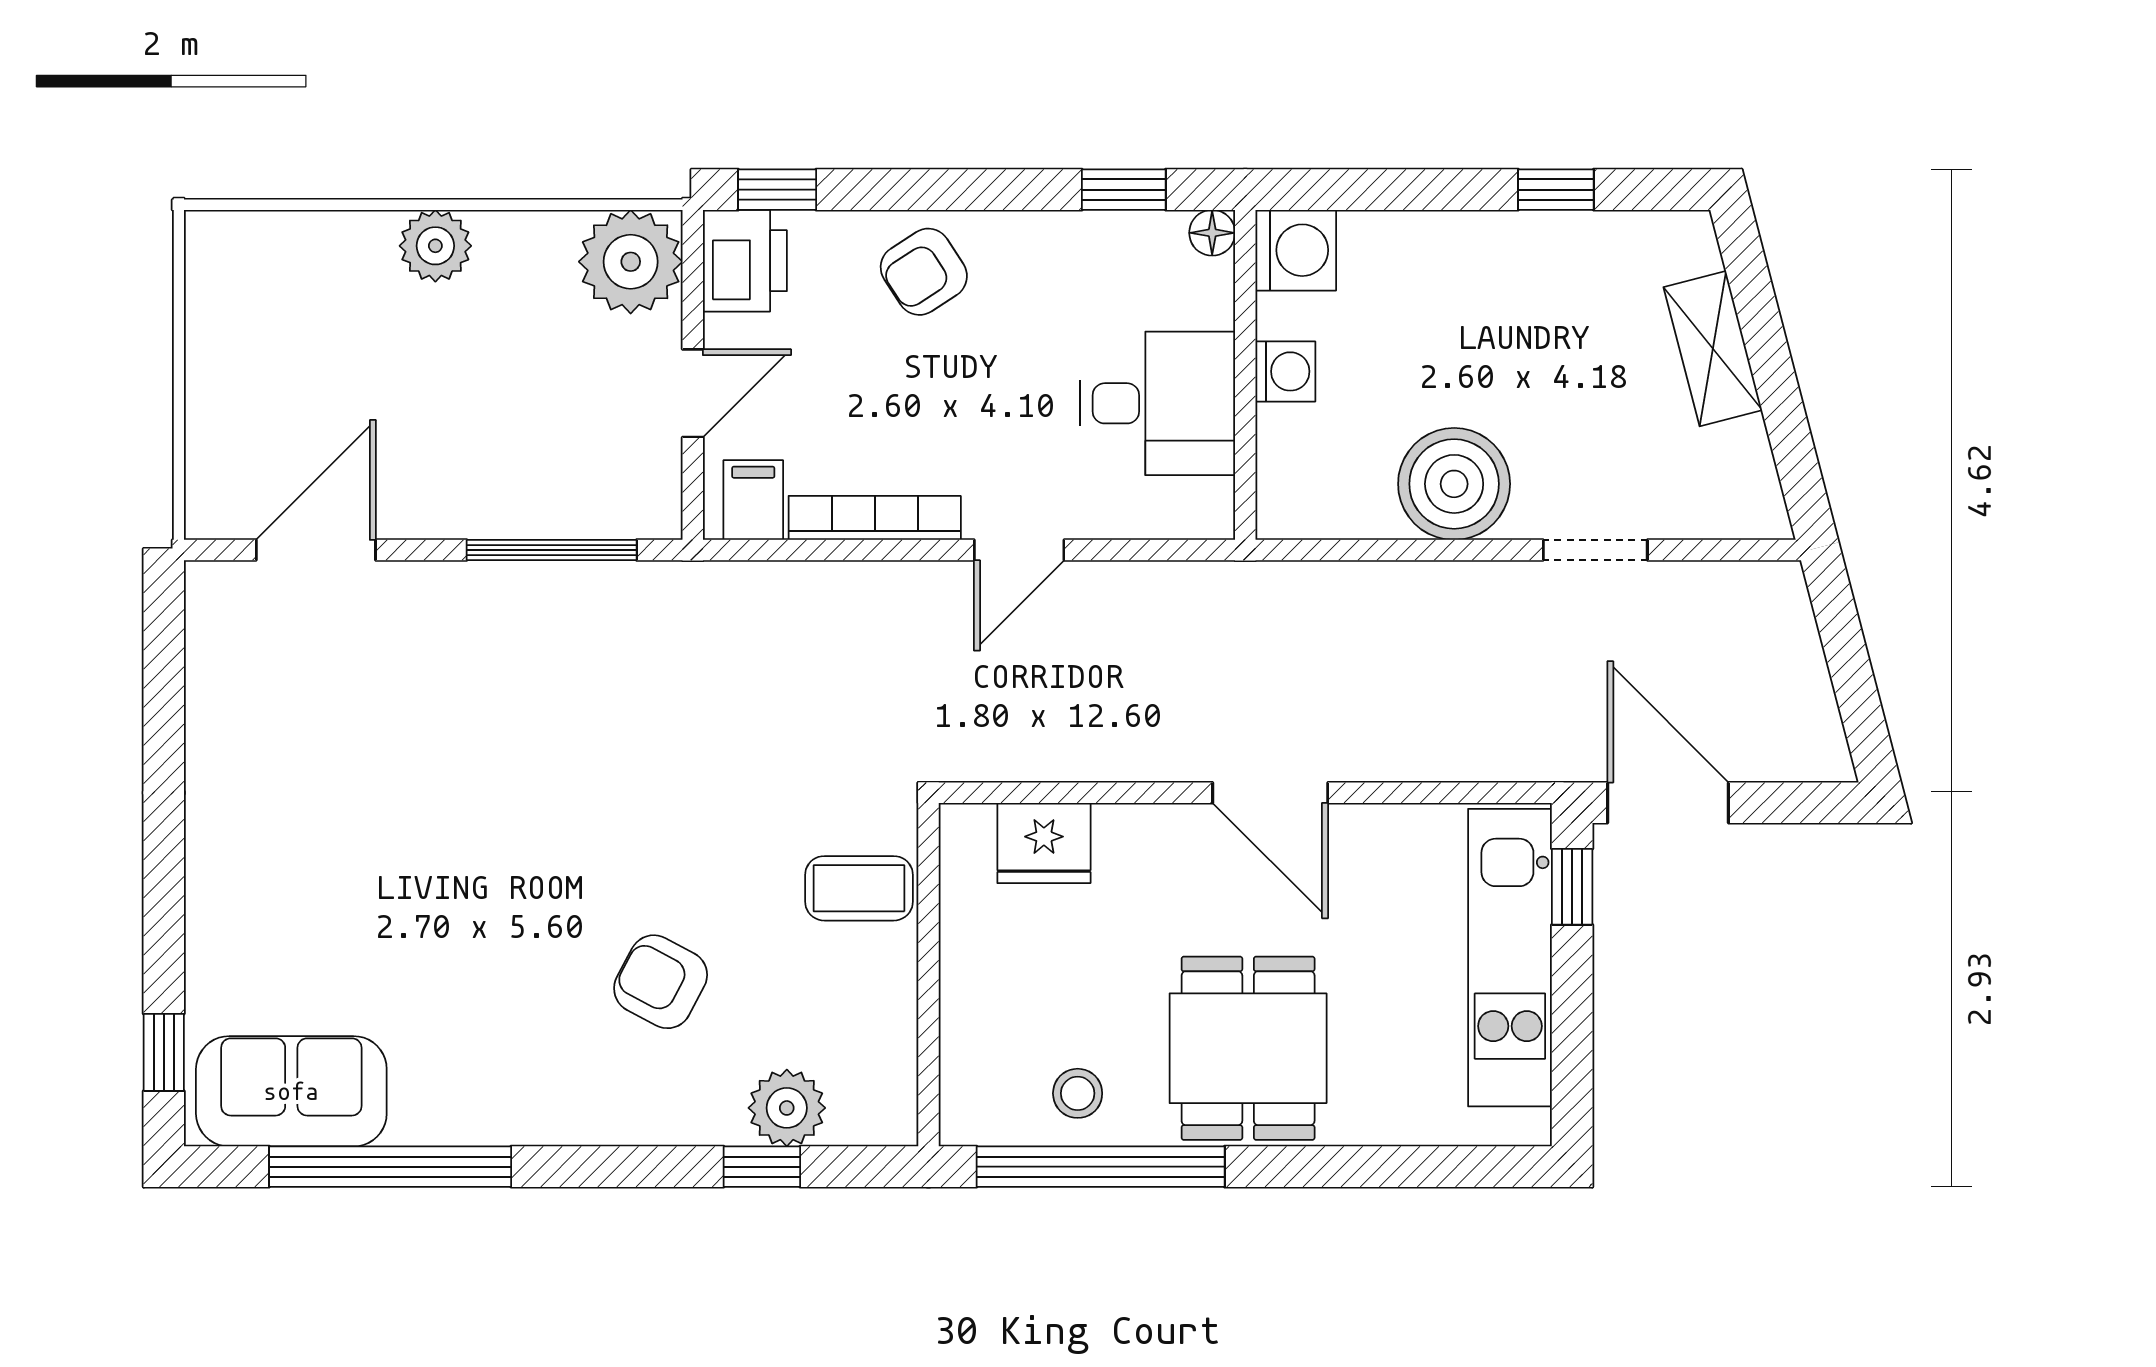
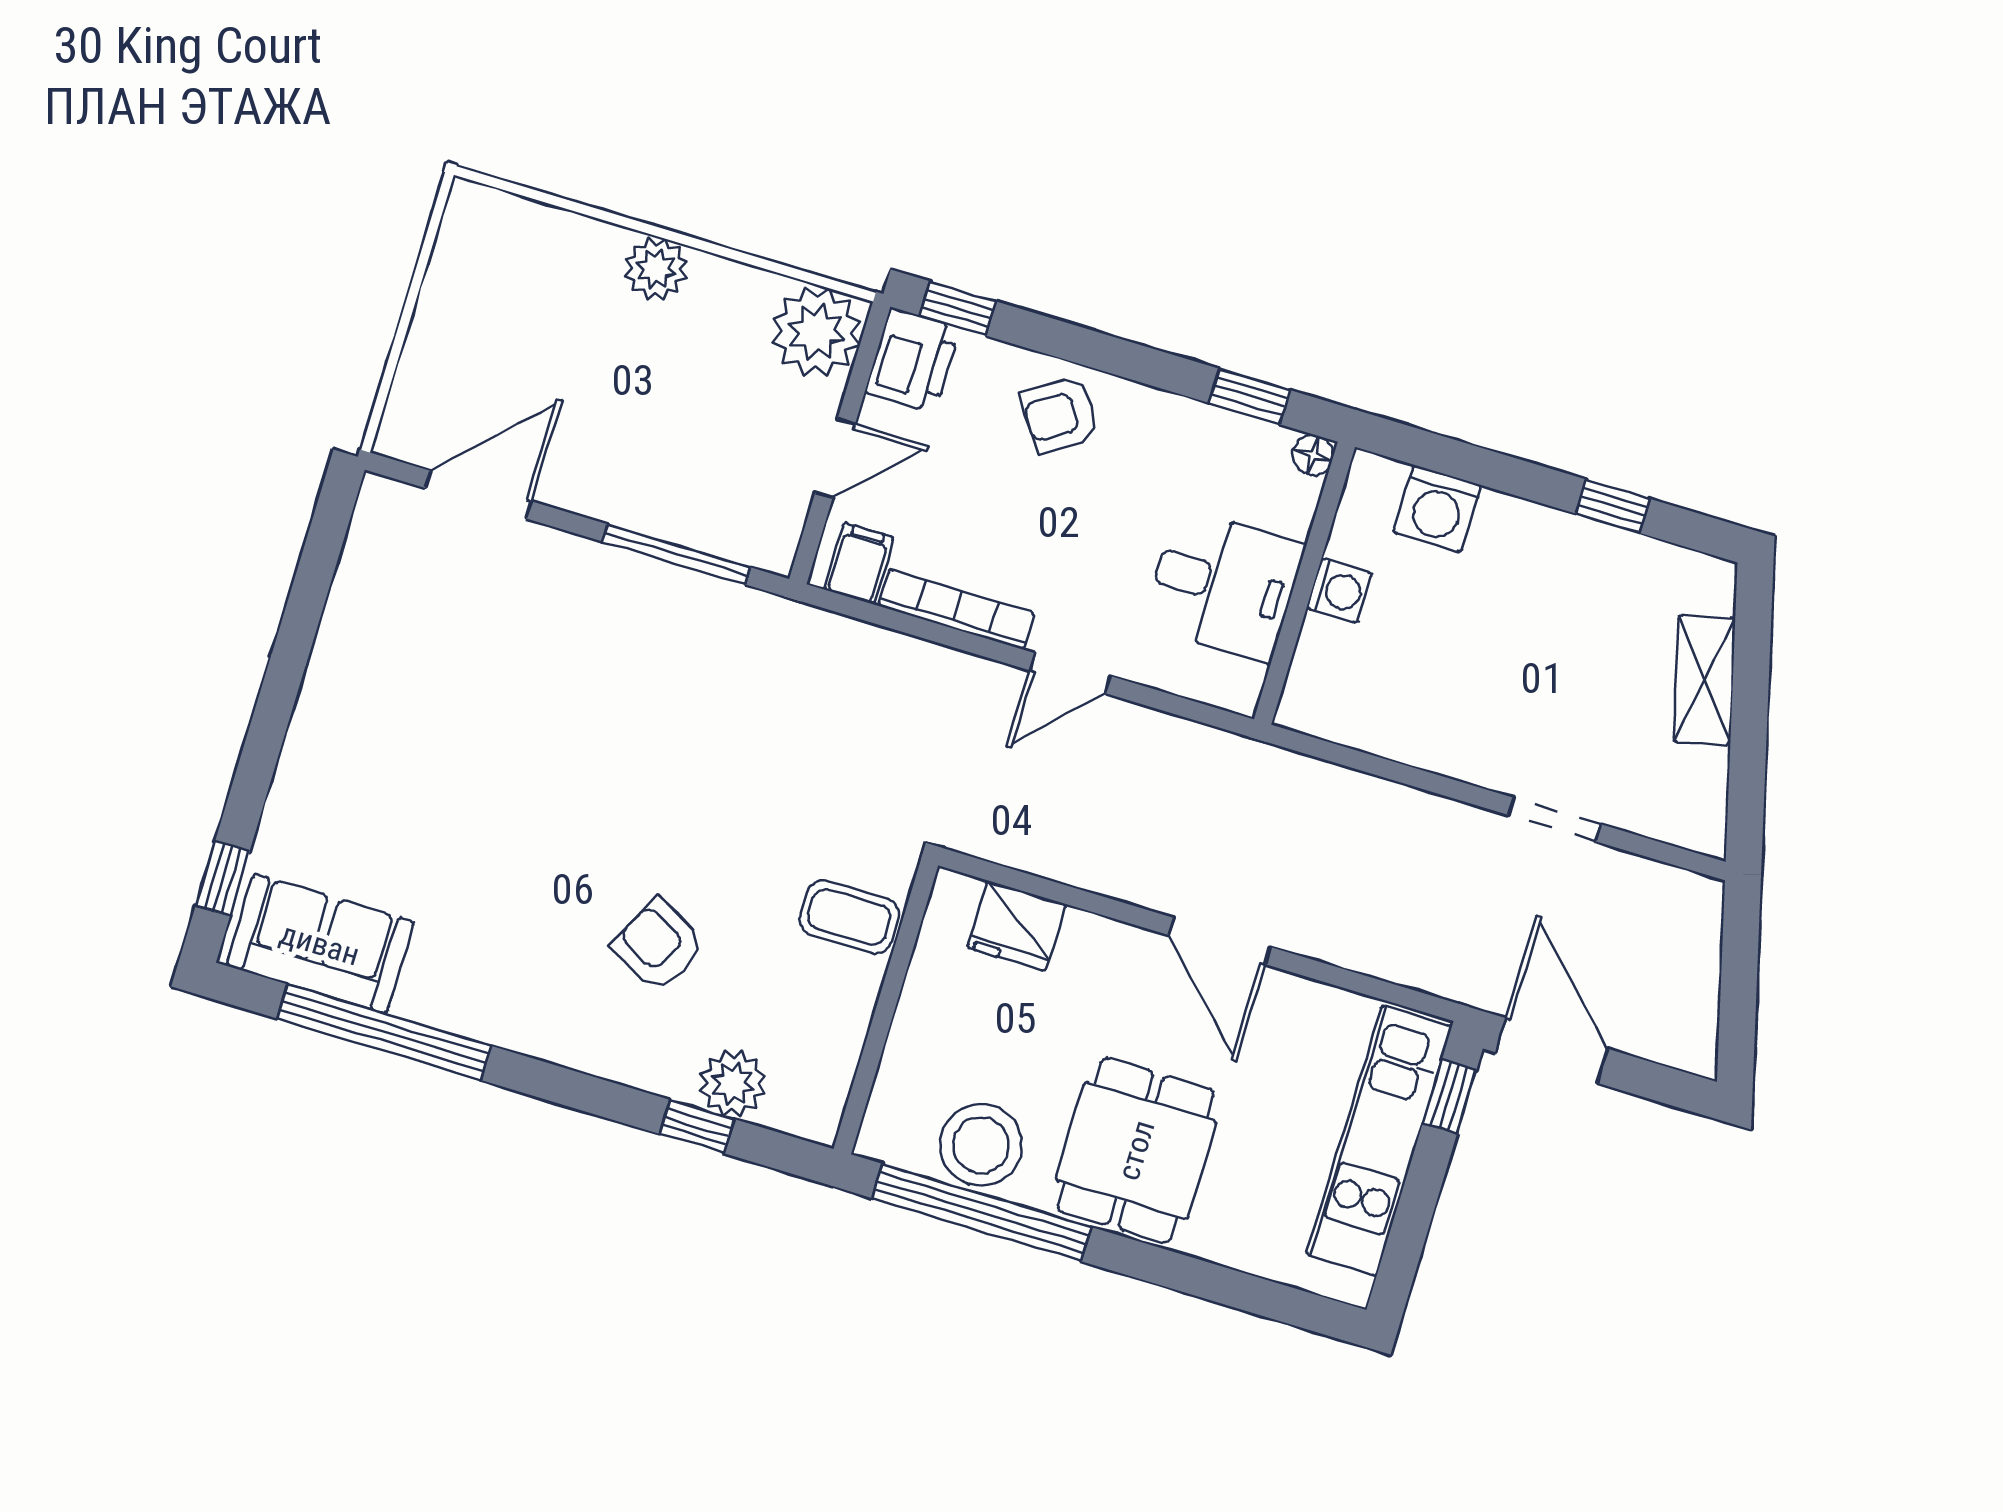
washing machine: (1296, 250) -> (1437, 509), moved, turned 90
boiler: (1454, 484) -> (1452, 728), removed
stool: (1078, 1093) -> (981, 1145), width x1.89, depth x1.89

